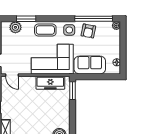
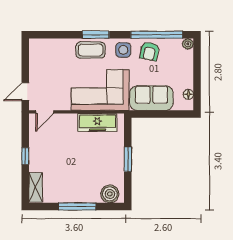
window: (26, 19) -> (96, 35), moved
plant: (15, 27) -> (49, 46), removed
door: (12, 75) -> (45, 112), hinge flipped
window: (73, 91) -> (128, 159), moved

